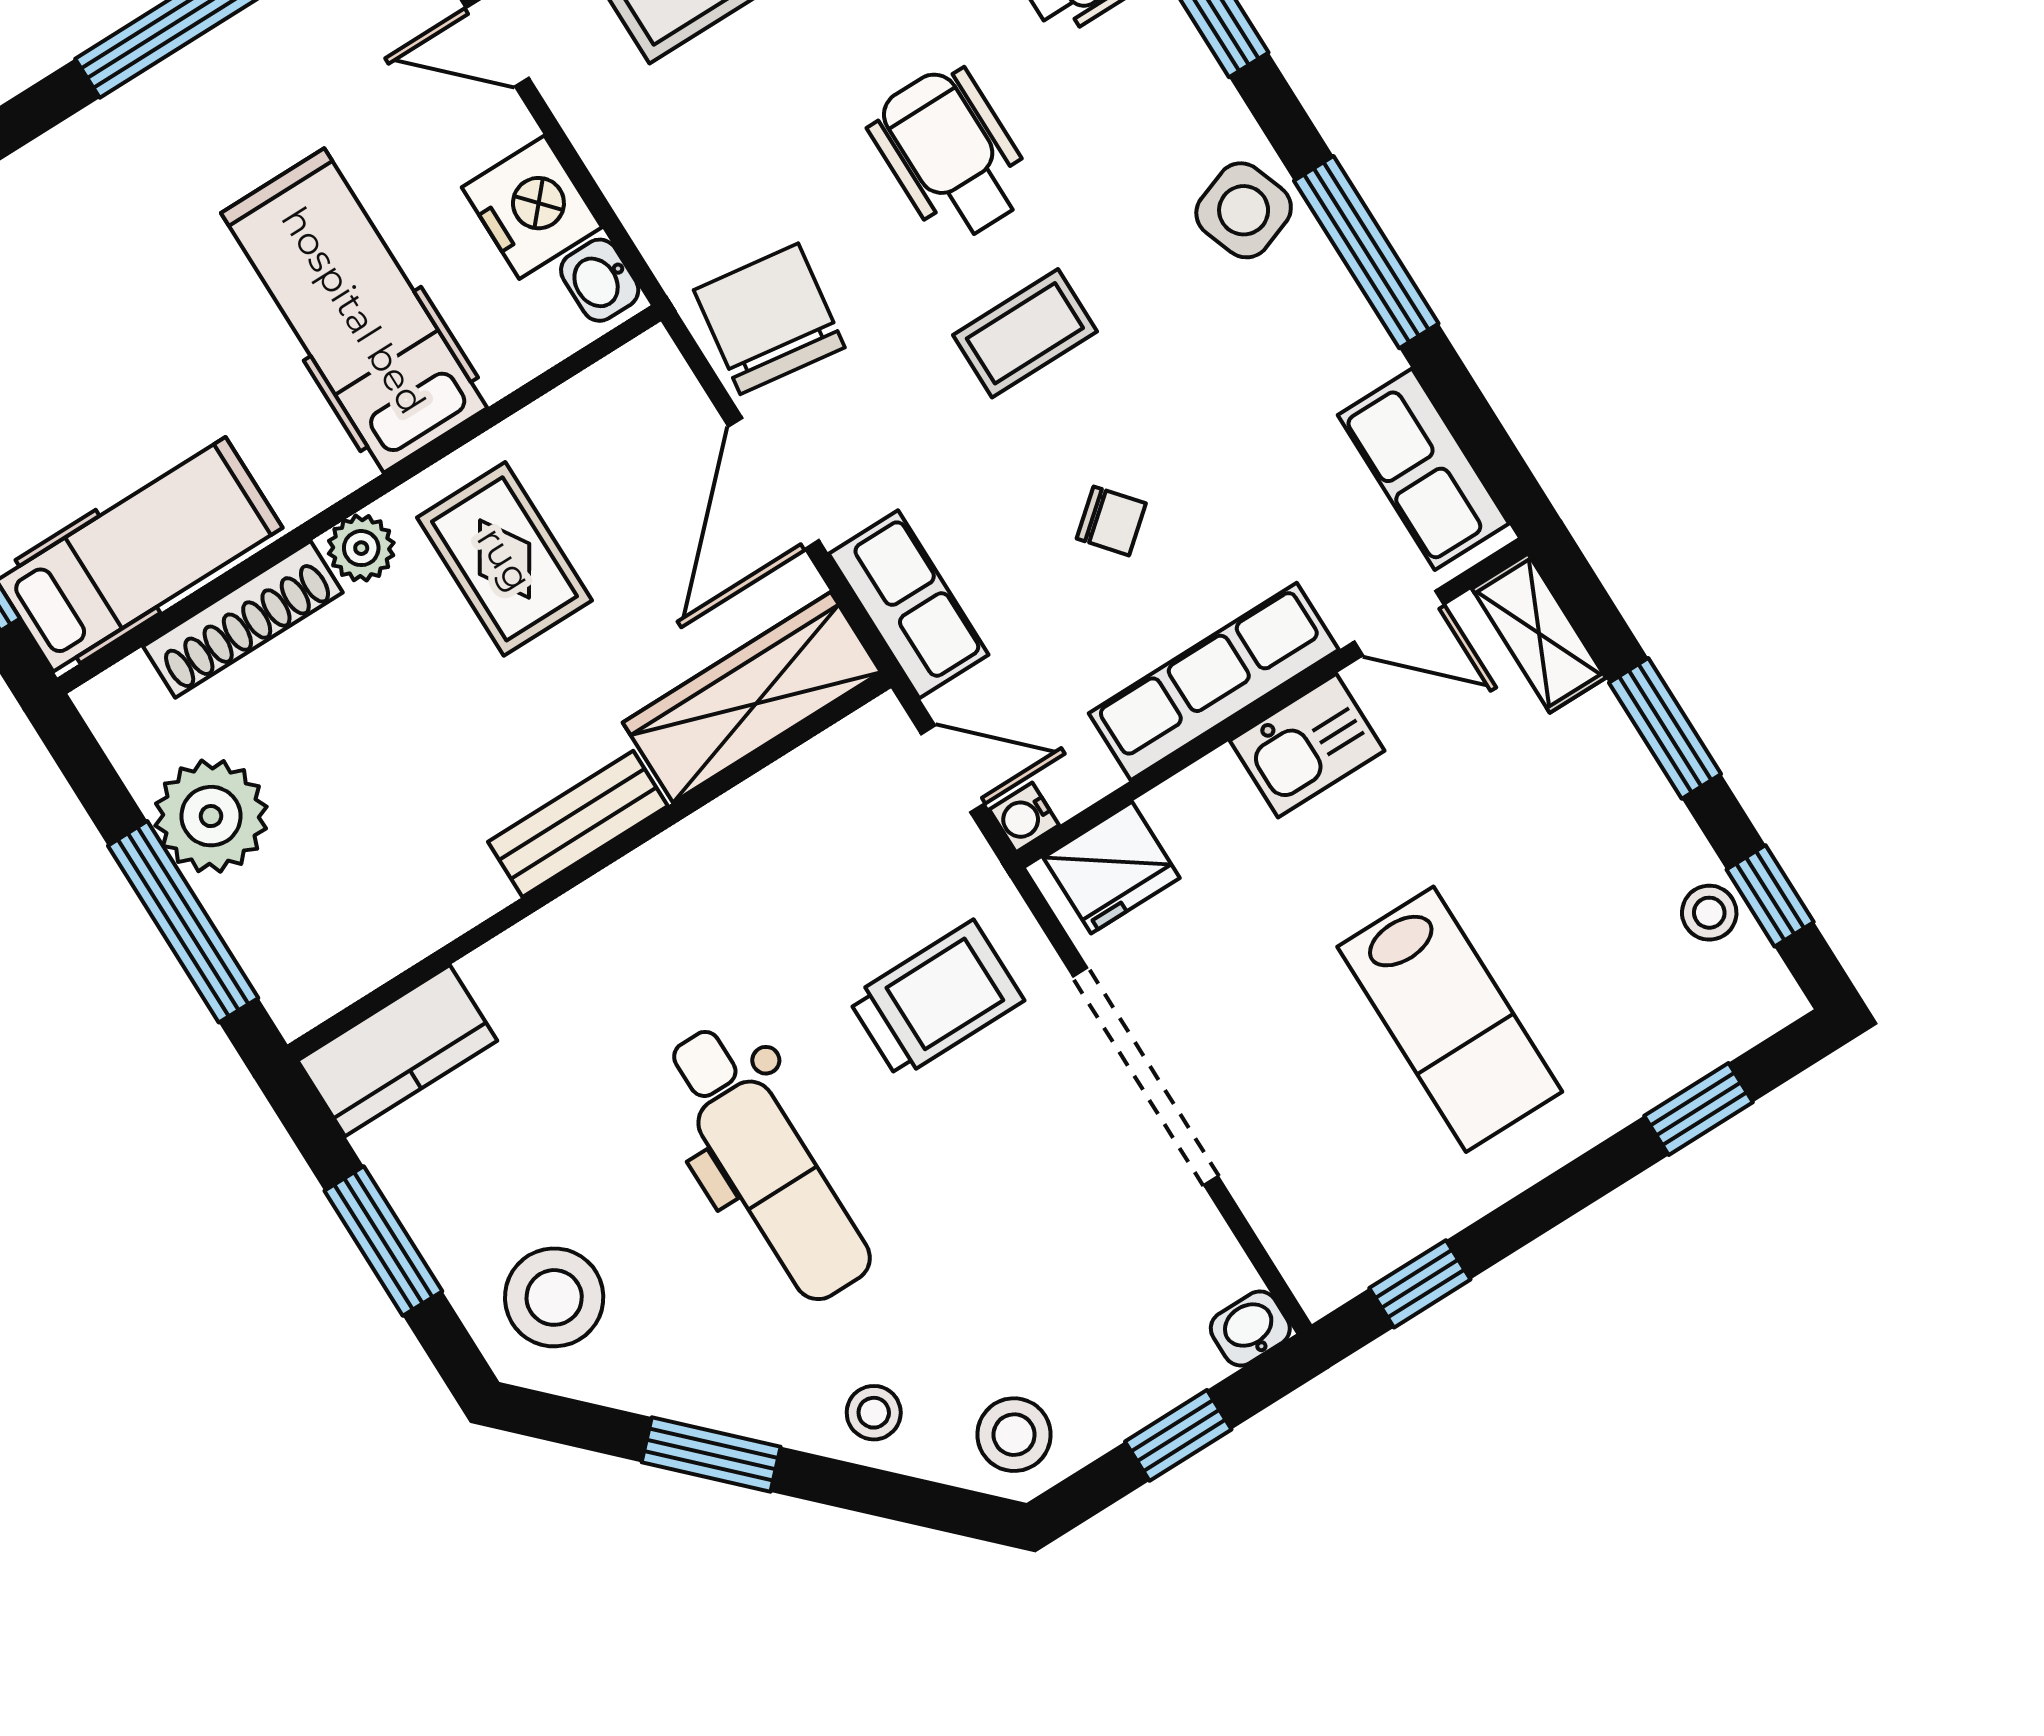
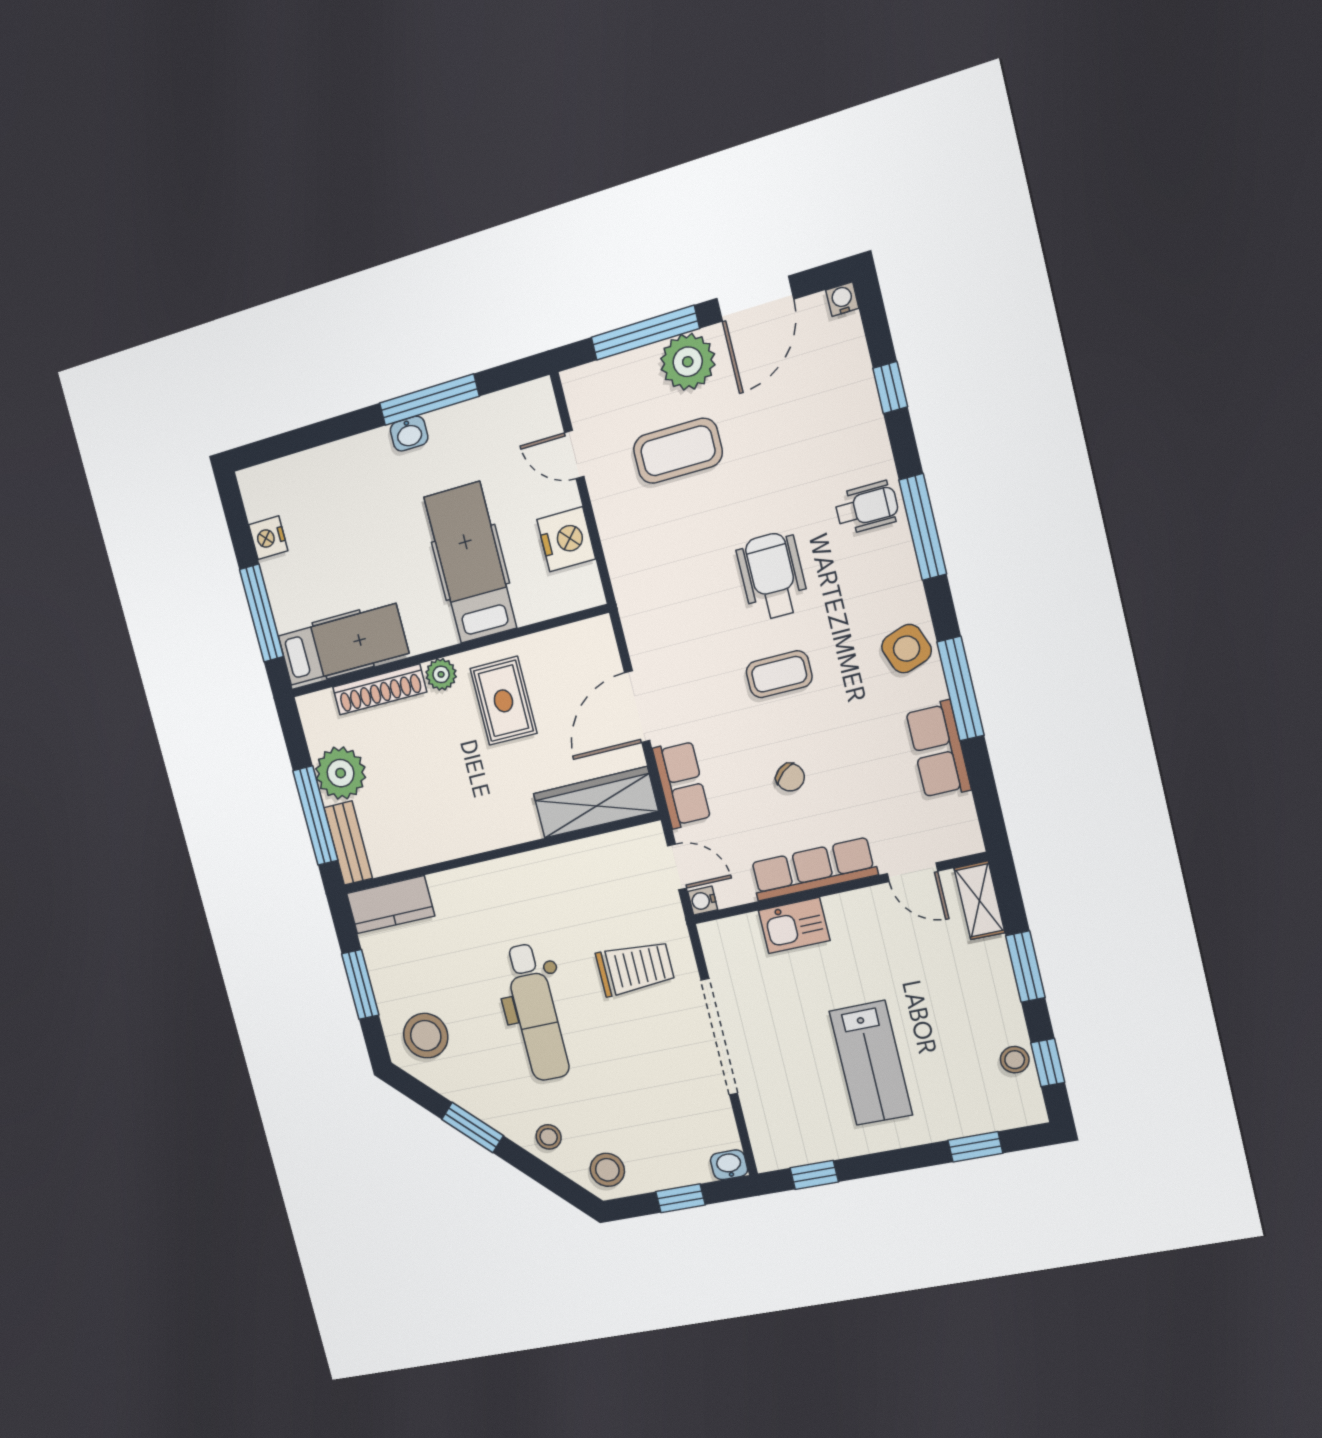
washbasin: (600, 280) -> (409, 434), moved, turned -90
chair: (769, 319) -> (660, 628), removed
row of seats: (1423, 469) -> (938, 750), moved
kitchen sink: (1307, 746) -> (794, 925), moved
bench: (578, 824) -> (348, 843), moved, turned 90
fridge: (1111, 868) -> (736, 938), removed

